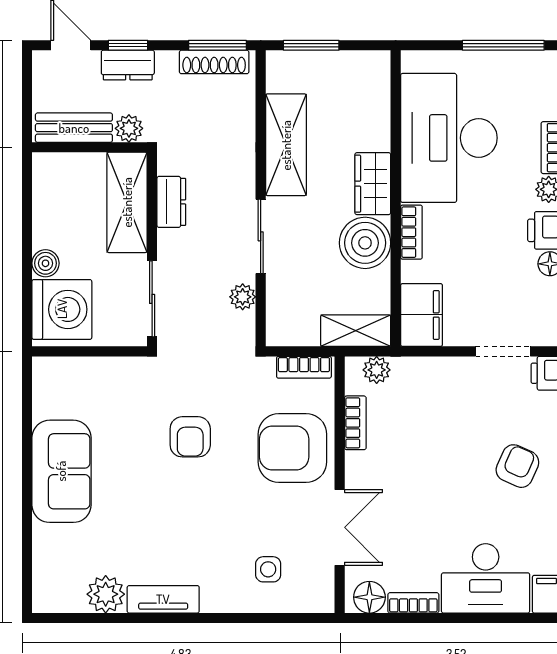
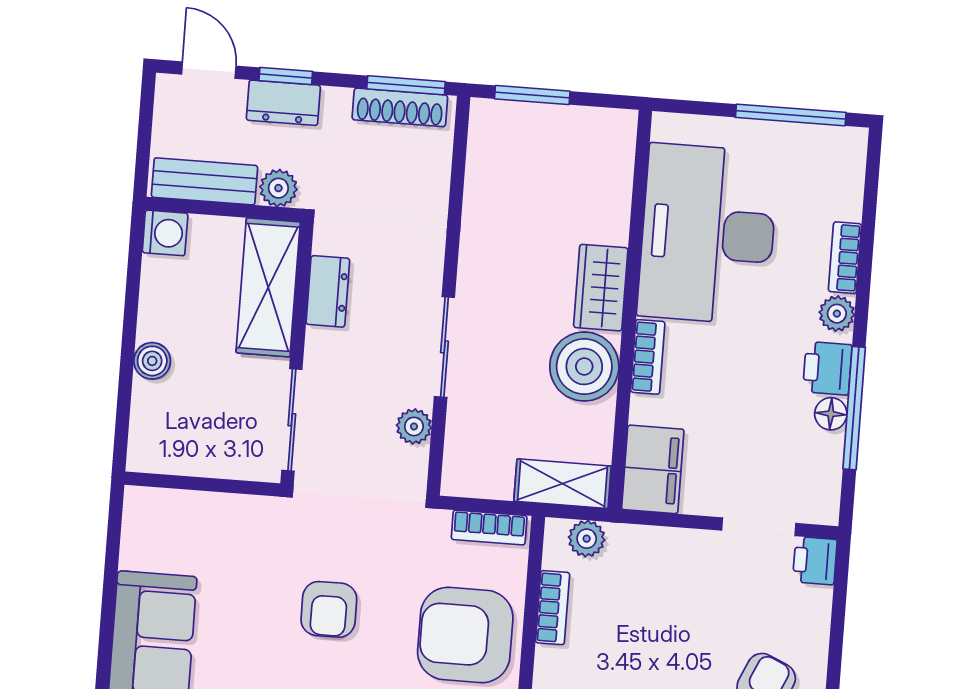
shelving: (286, 145) -> (488, 226), removed
washing machine: (62, 309) -> (165, 233), moved, width x0.53, depth x0.53

